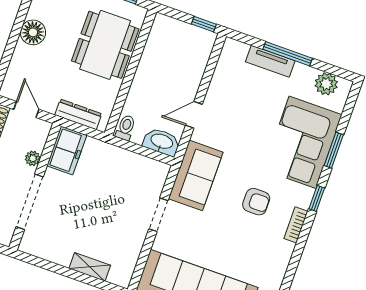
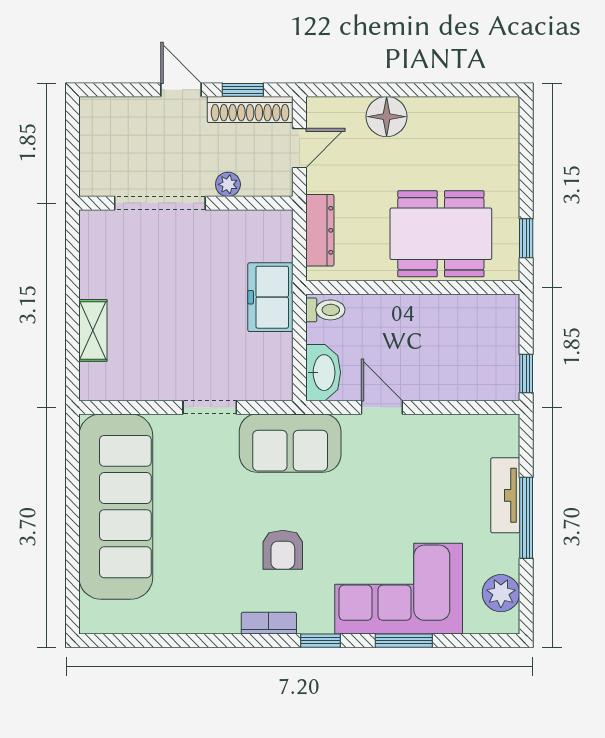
floor lamp: (33, 32) -> (387, 117), moved
freezer: (67, 151) -> (270, 297), moved, turned 90

